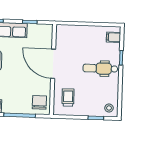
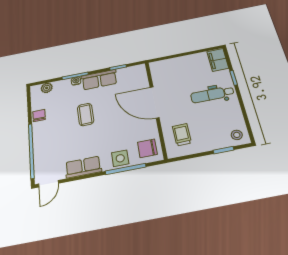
filing cabinet: (114, 37) -> (218, 60), width x2.00
chair: (39, 102) -> (147, 148), turned -90
side table: (17, 106) -> (120, 158), added

